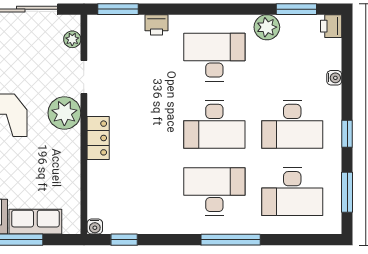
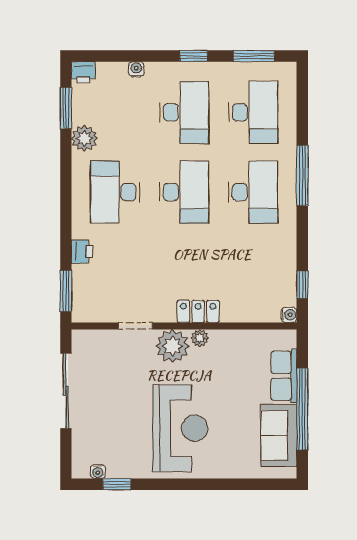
plant: (72, 39) -> (200, 338), moved
desk: (214, 192) -> (253, 192), turned 180

